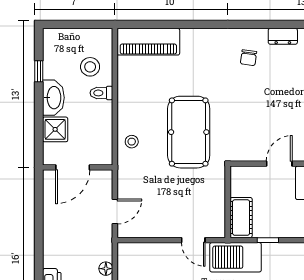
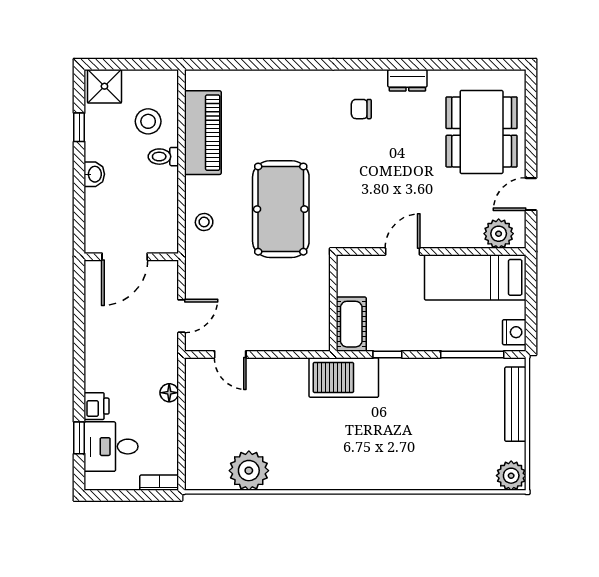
piano: (148, 42) -> (203, 133), moved, turned -90
chair: (249, 58) -> (361, 109), turned 82
washbasin: (53, 98) -> (94, 174), width x0.52, depth x0.69
shower: (55, 129) -> (104, 86), moved
door: (193, 240) -> (230, 354), moved

